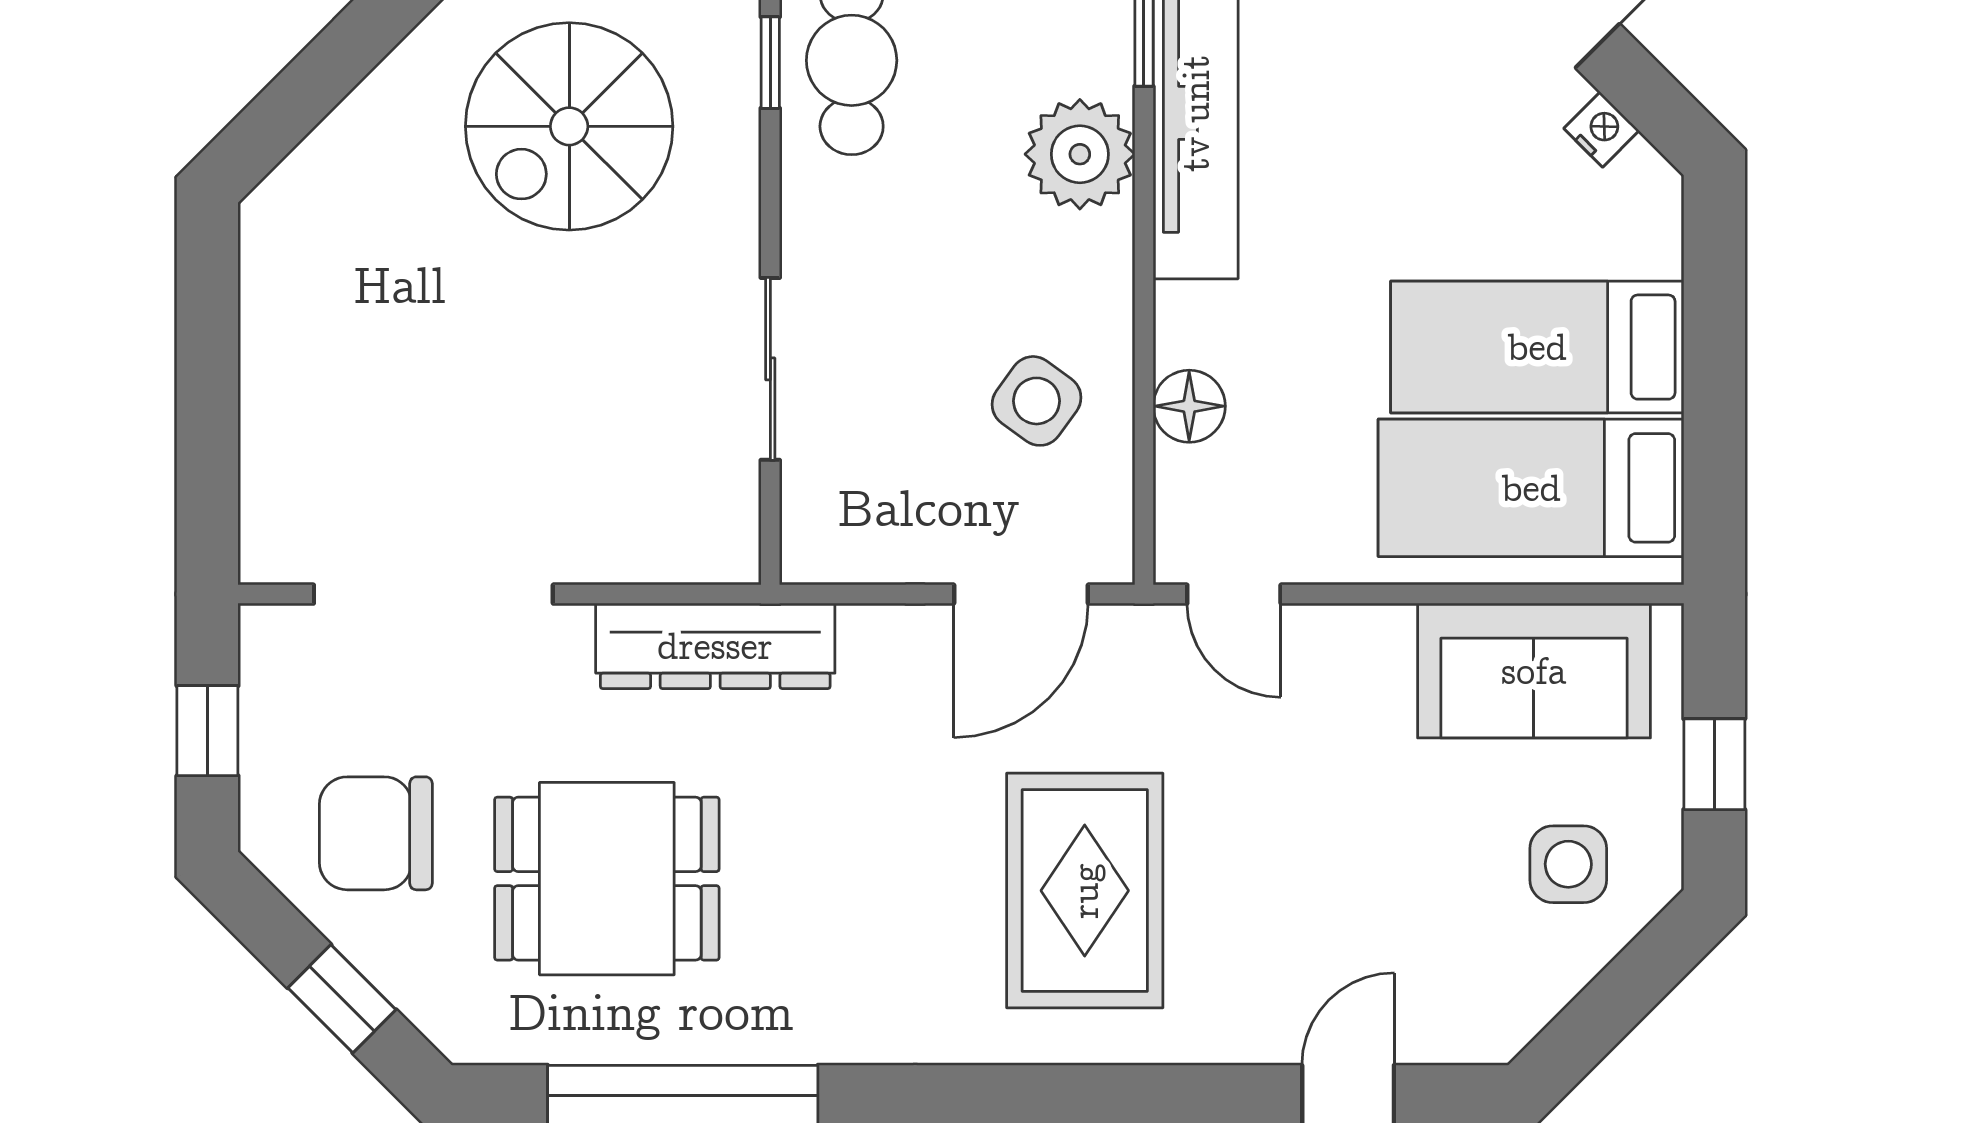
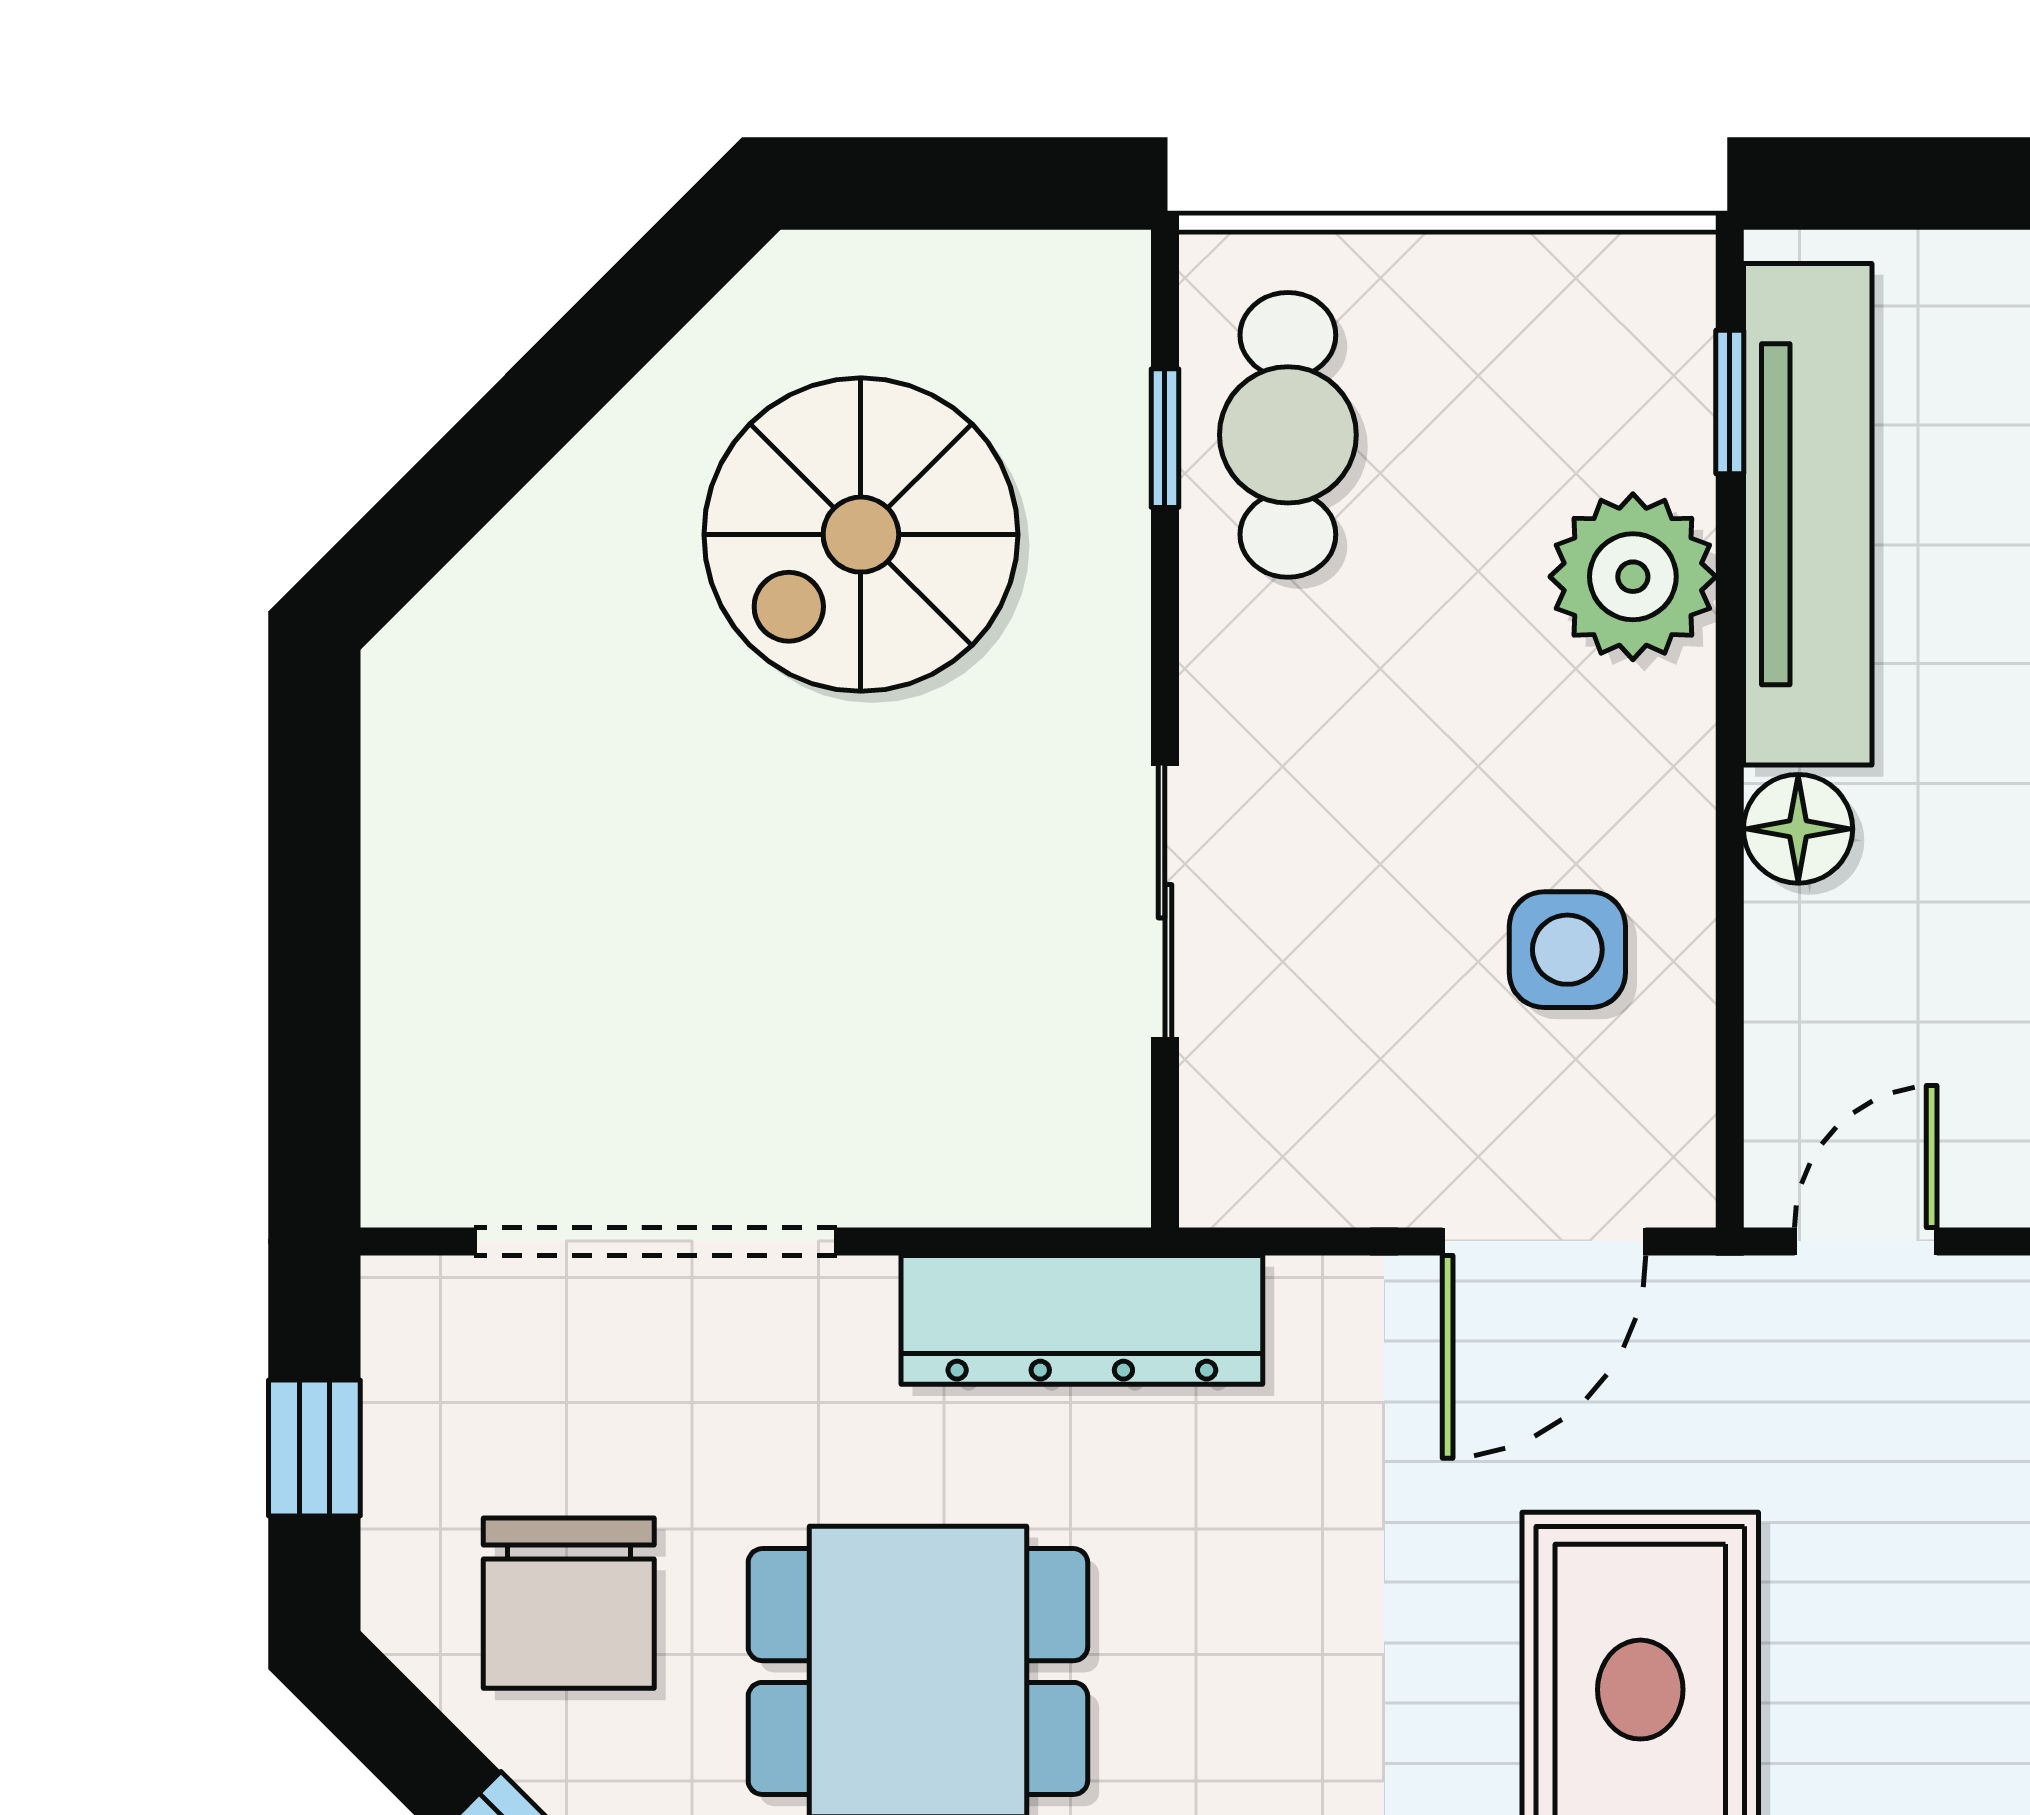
side table: (1037, 401) -> (1567, 950), turned -36
floor lamp: (1189, 406) -> (1798, 829), moved
door: (1234, 594) -> (1866, 1241), swing flipped
chair: (376, 833) -> (569, 1603), turned -90

